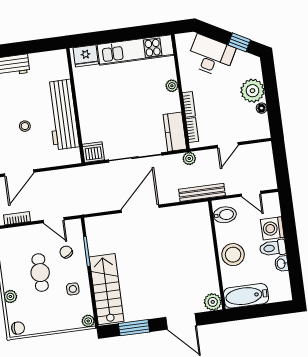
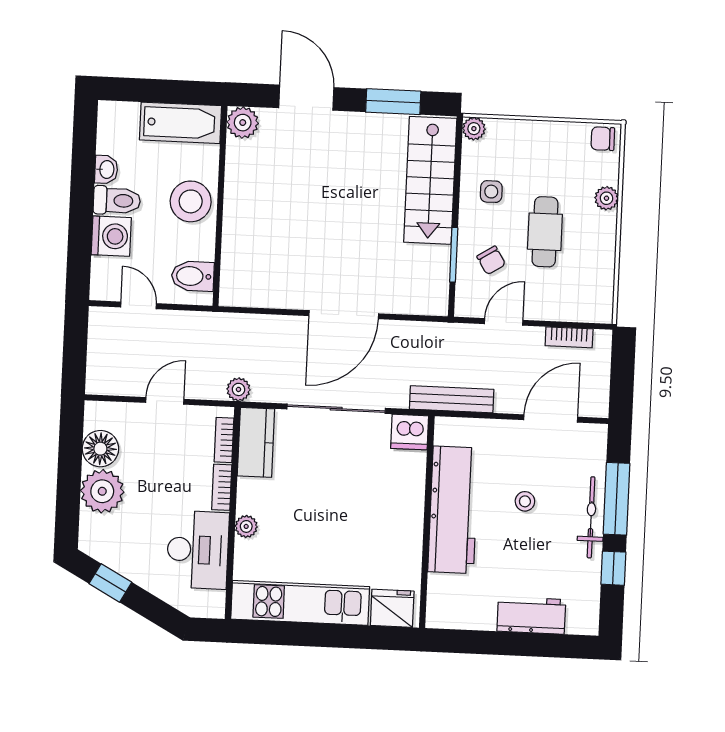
desk: (211, 56) -> (198, 550), moved, turned -119
floor lamp: (262, 108) -> (100, 449), width x1.89, depth x1.89
bench: (202, 192) -> (452, 399), moved
door: (54, 220) -> (504, 322), hinge flipped

